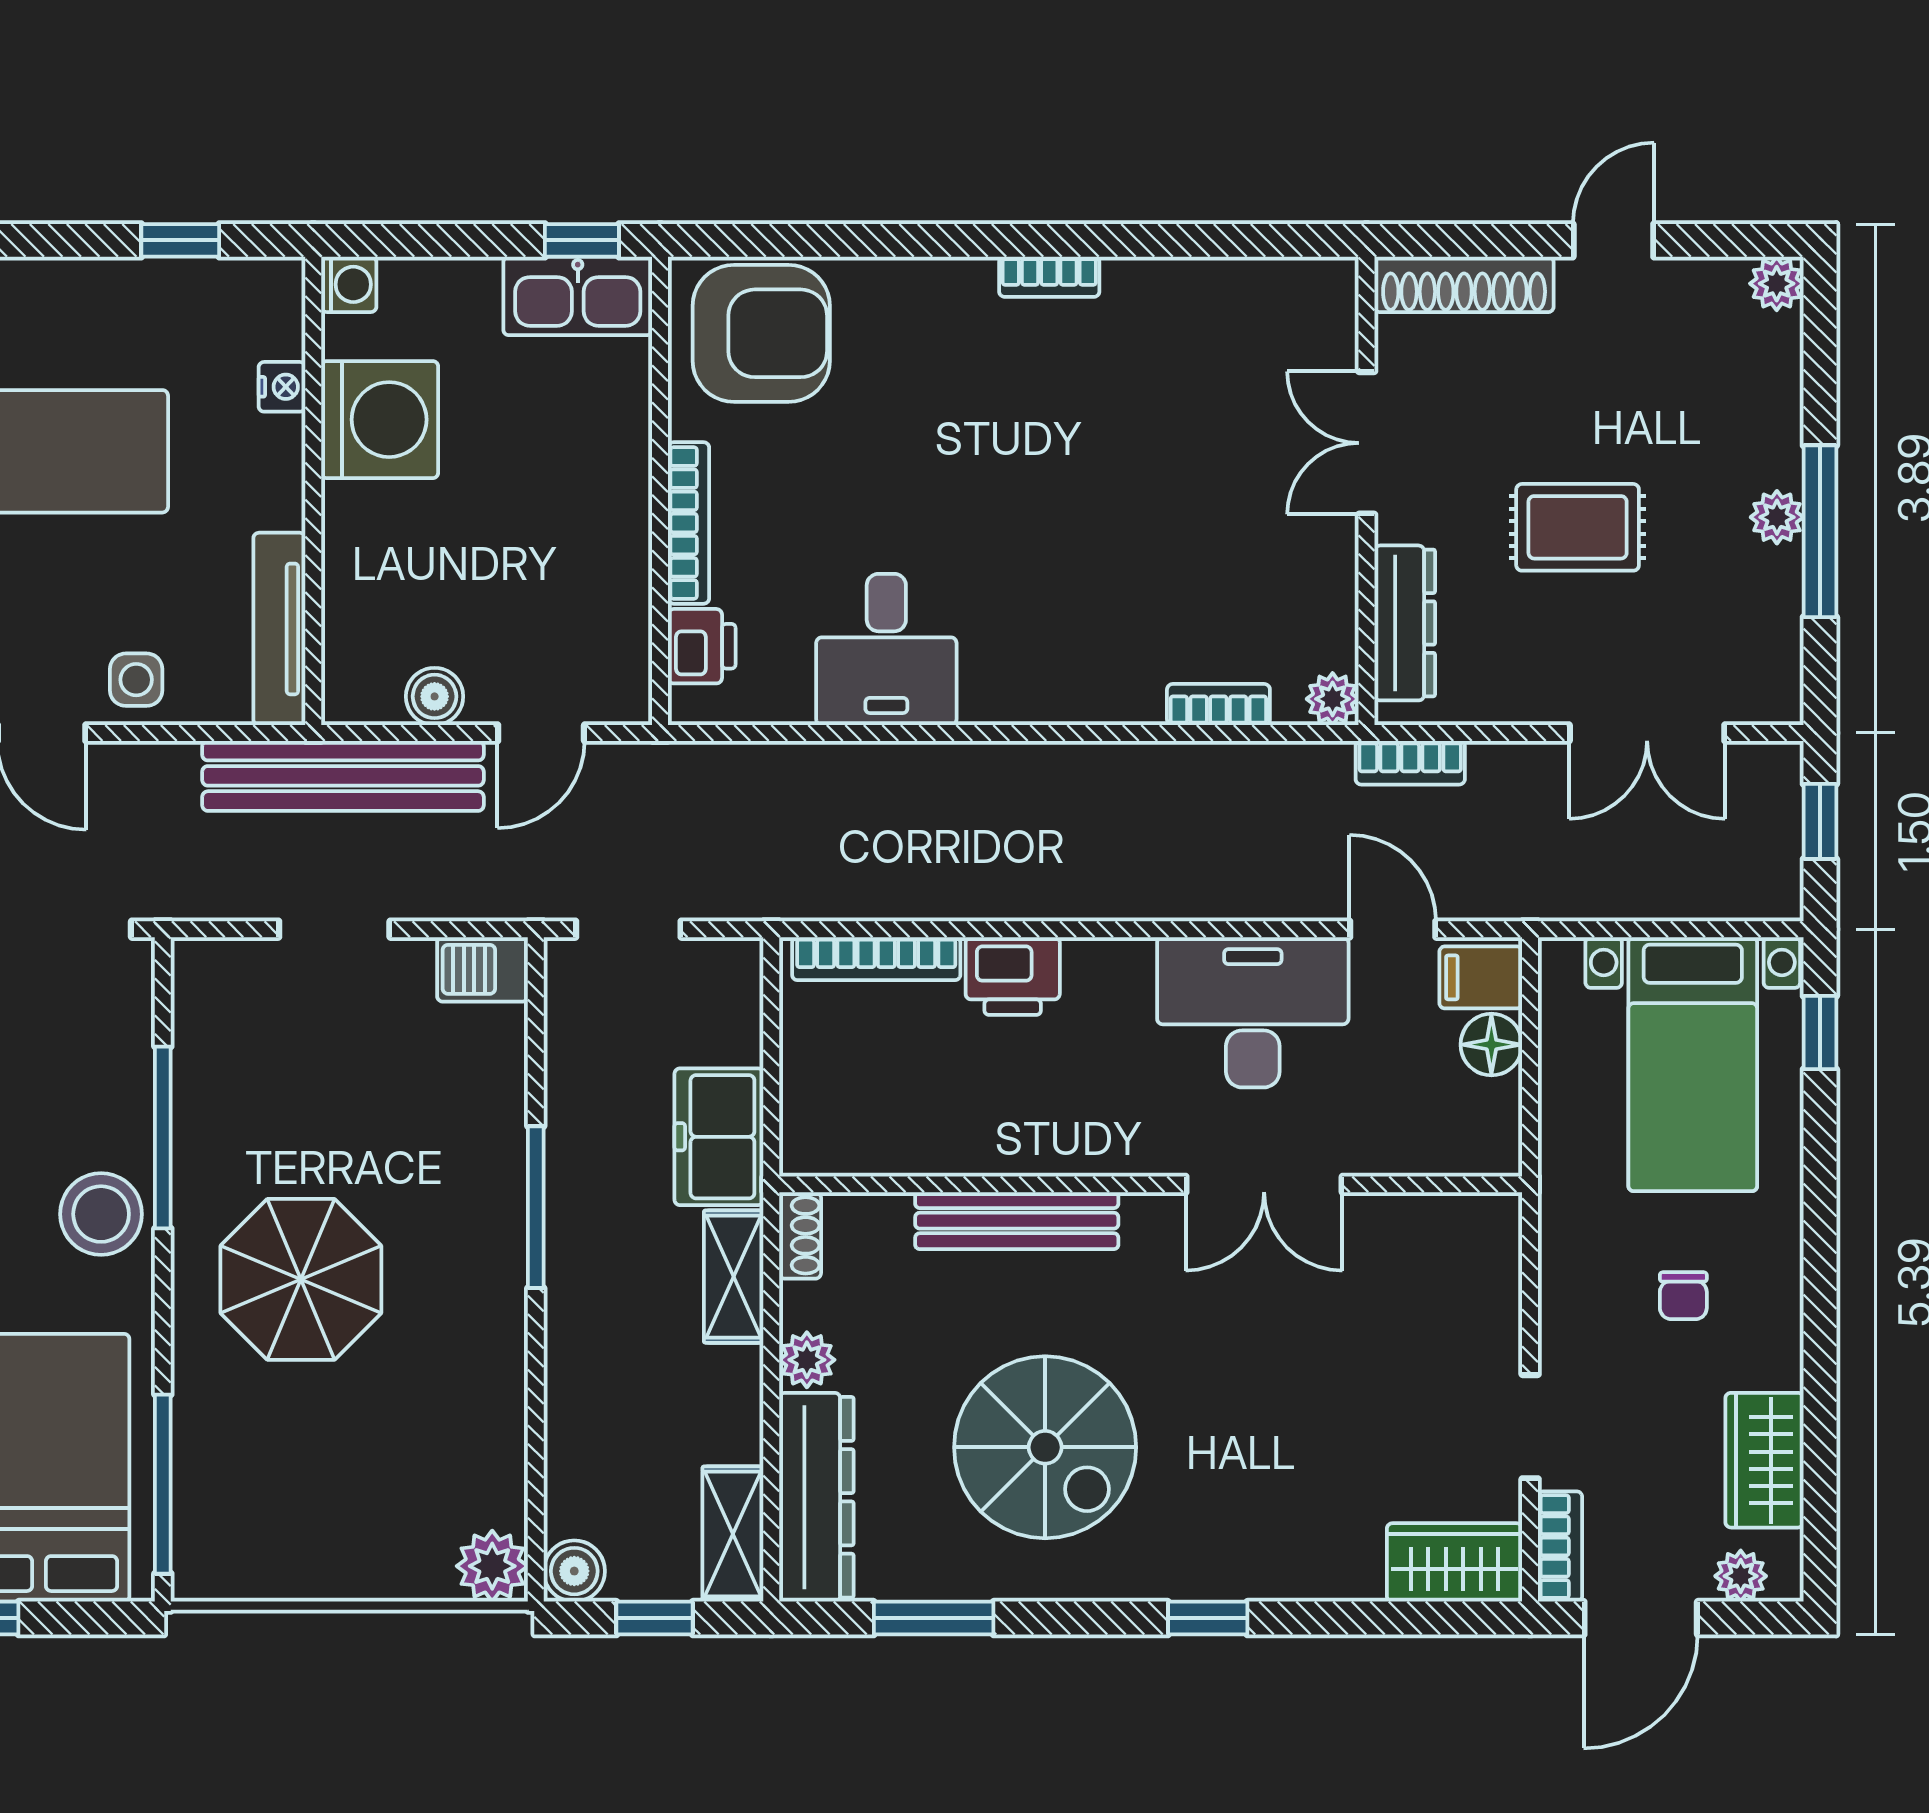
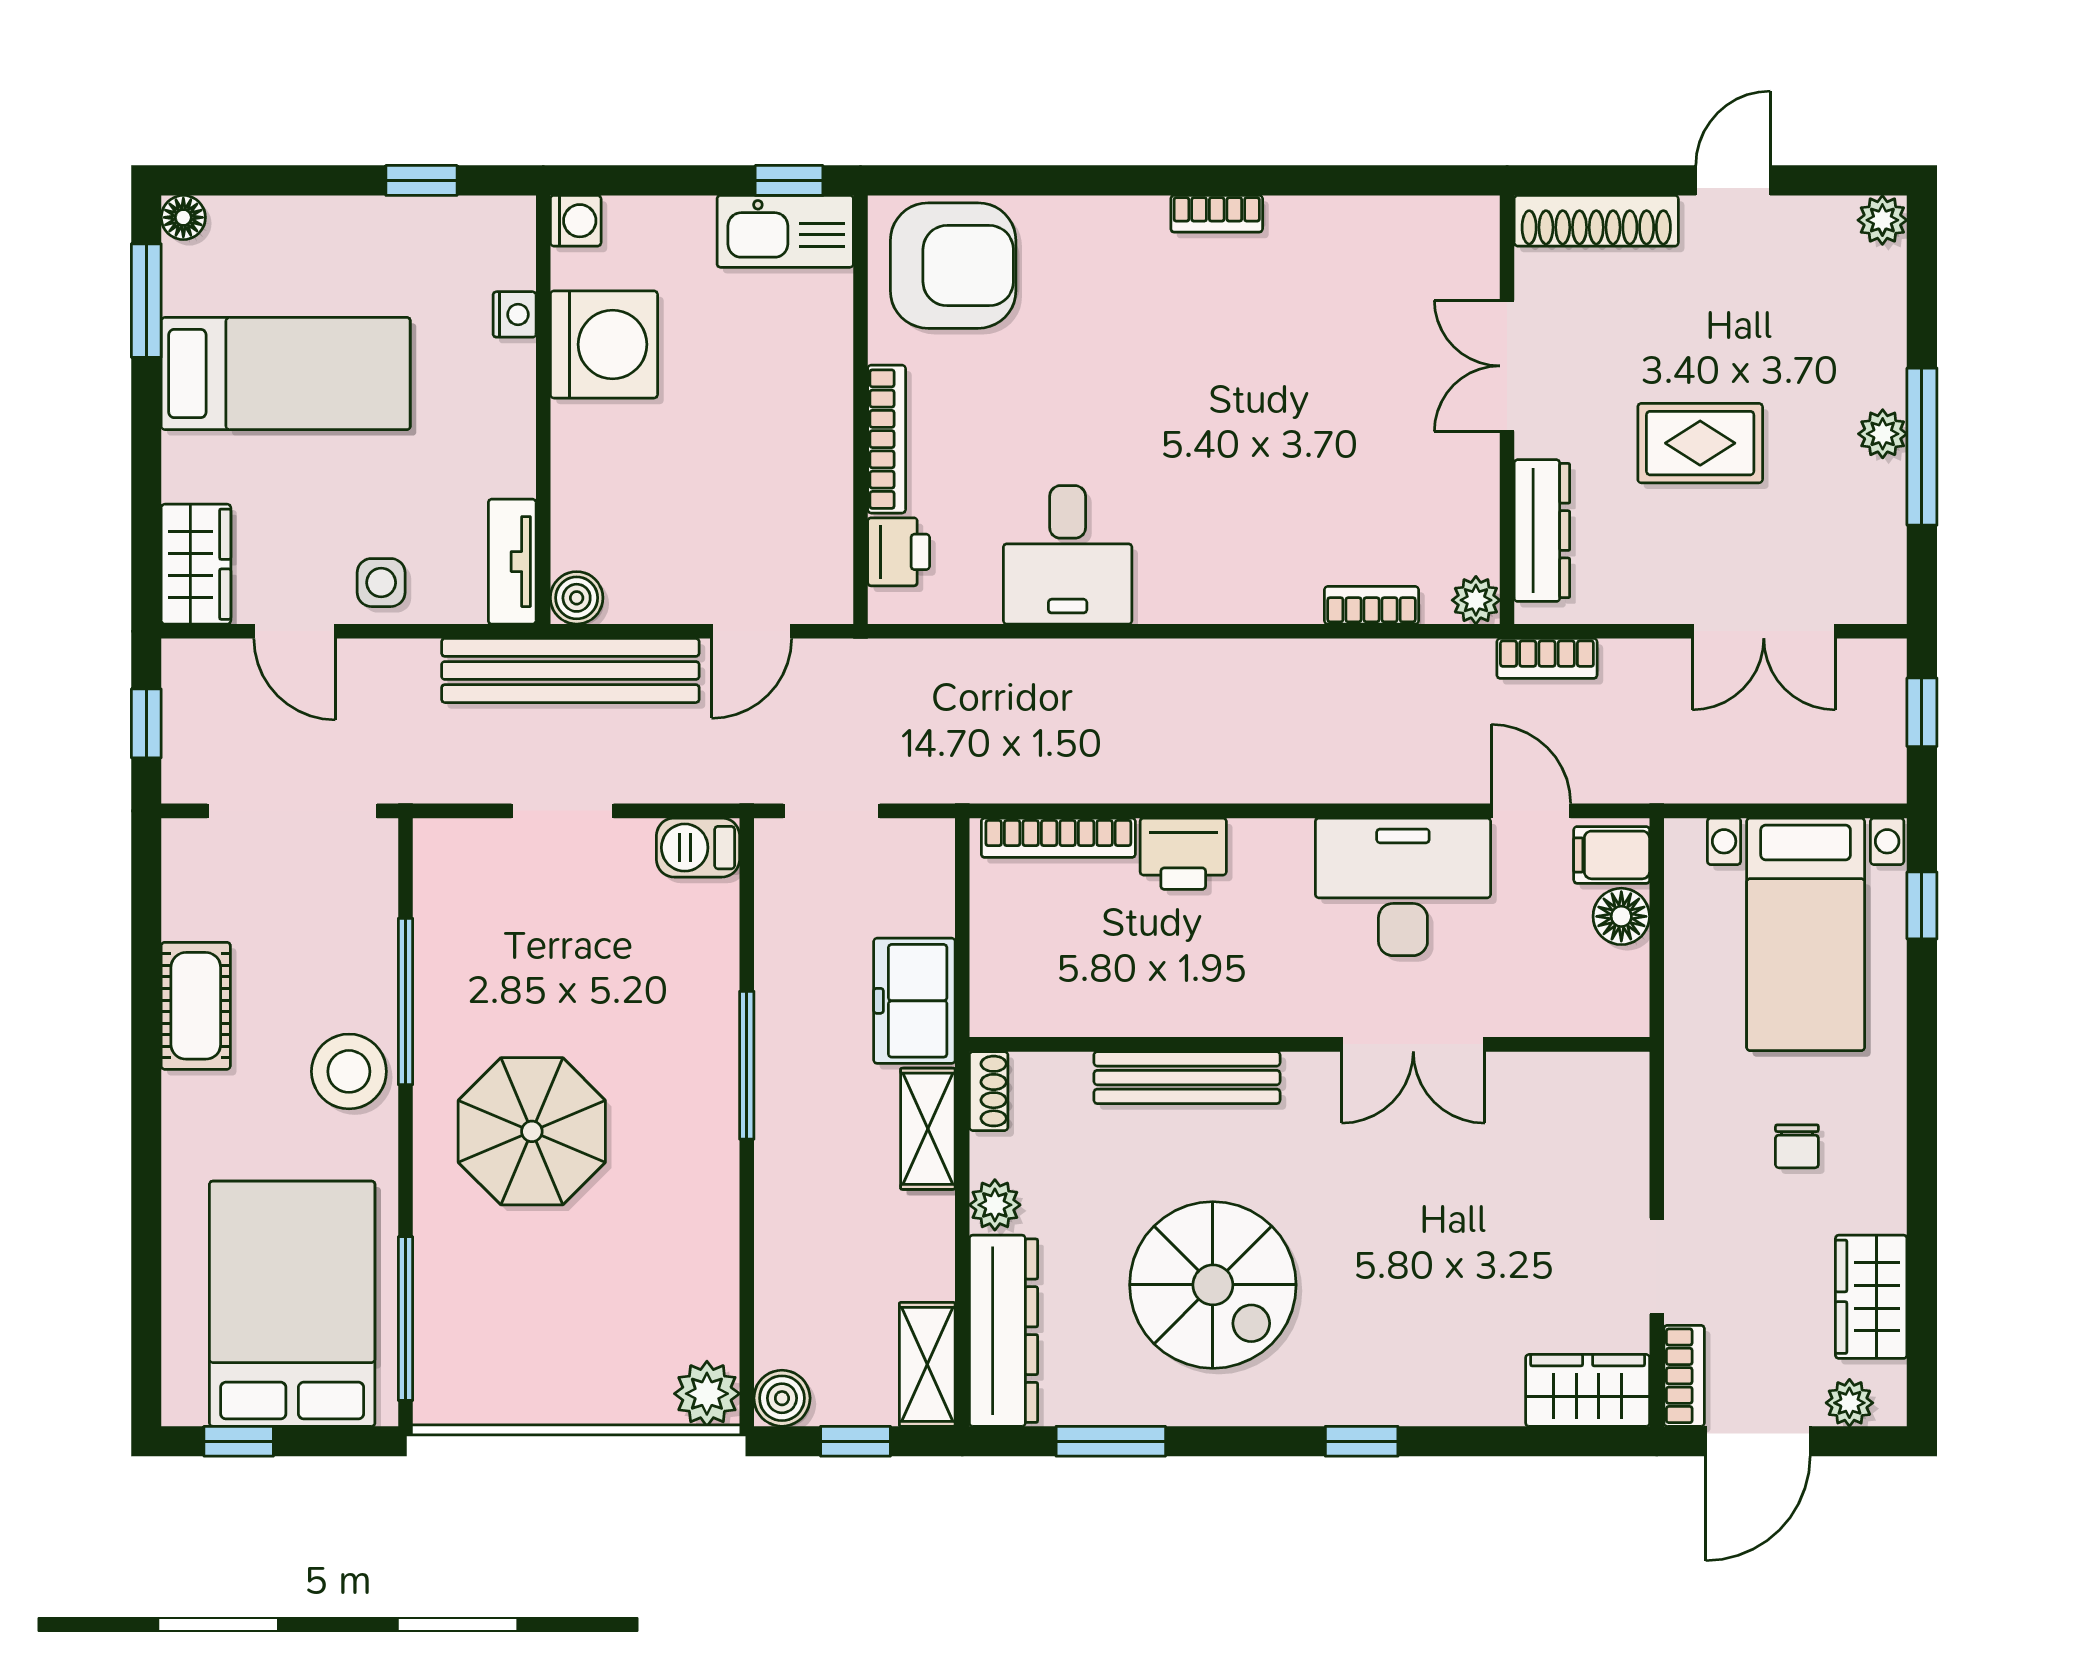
tv unit: (279, 629) -> (512, 562), width x0.71
boiler: (435, 696) -> (577, 598), moved

